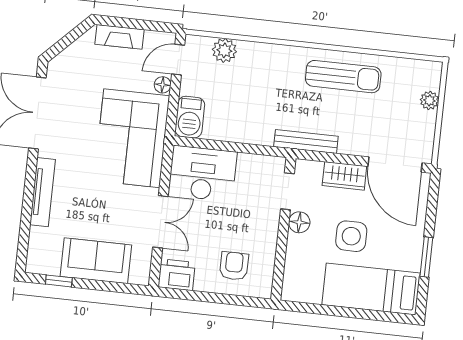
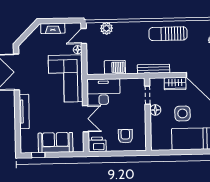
sun lounger: (343, 77) -> (168, 34), turned 180
barbecue: (190, 117) -> (115, 67), moved, turned -90

